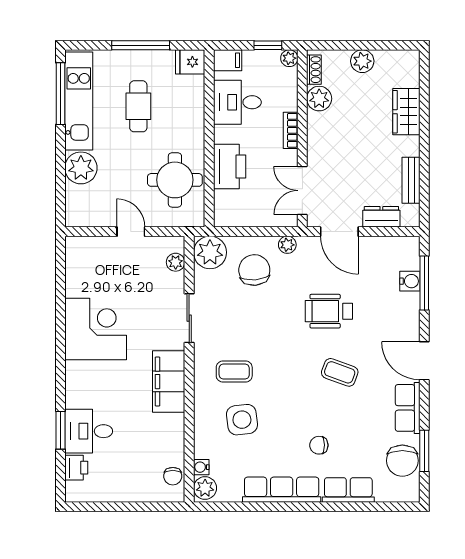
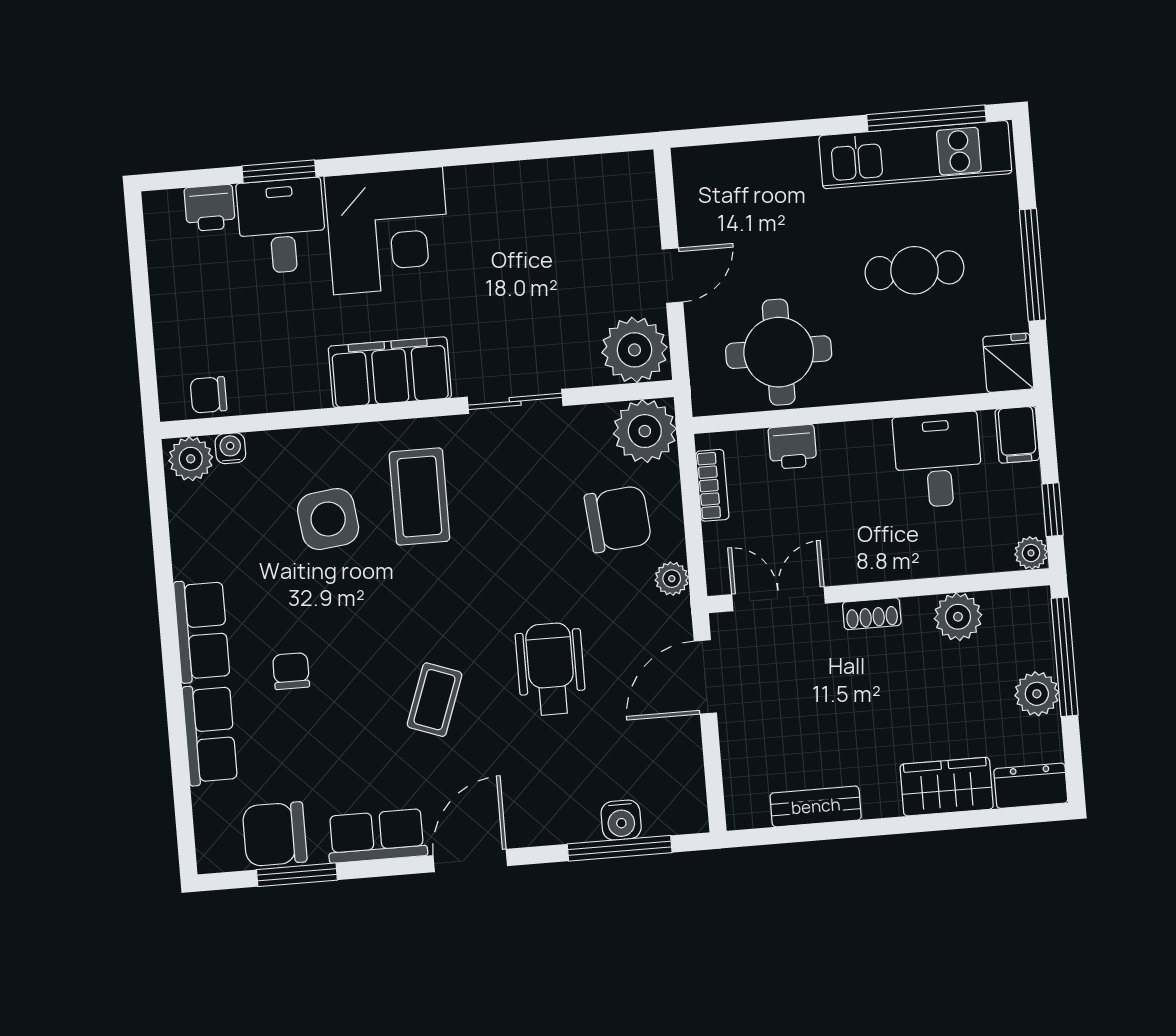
window: (344, 45) -> (1065, 657), added
shoe rack: (314, 70) -> (872, 614), moved
bookcase: (291, 130) -> (712, 485), moved, turned 90
printer: (230, 166) -> (792, 447), width x0.53, depth x0.68
plant: (81, 168) -> (787, 169), removed
dresser: (381, 217) -> (1031, 786), moved, turned -90
plant: (176, 262) -> (634, 350), width x1.88, depth x1.88
corner desk: (96, 329) -> (388, 231), moved
coffee table: (234, 372) -> (419, 497), width x1.36, depth x1.30
row of seats: (282, 490) -> (202, 631), width x0.68

